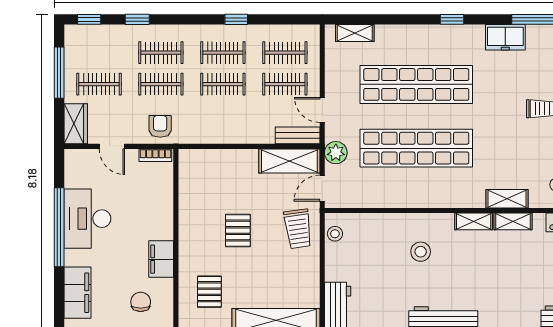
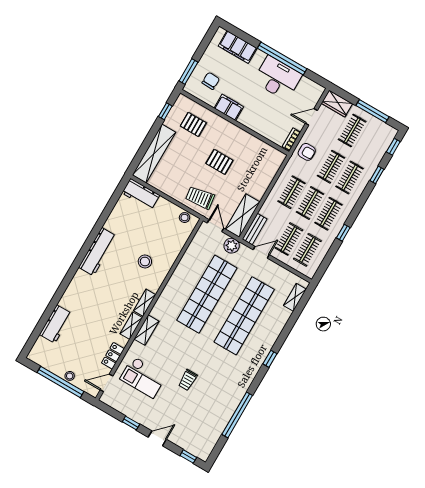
freezer: (505, 37) -> (241, 384), removed
clothes rail: (223, 116) -> (291, 192), added
chair: (141, 302) -> (211, 81), turned -88

